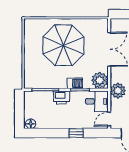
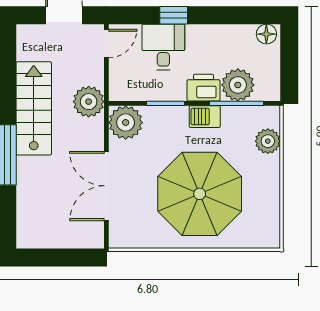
plant: (30, 71) -> (268, 141), added
barbecue: (75, 83) -> (205, 117), moved
plant: (45, 99) -> (238, 85), added
desk: (97, 101) -> (163, 47), moved, turned 90

